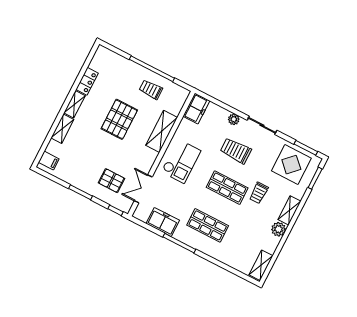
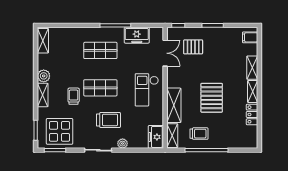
shelving: (179, 101) -> (172, 136), added

